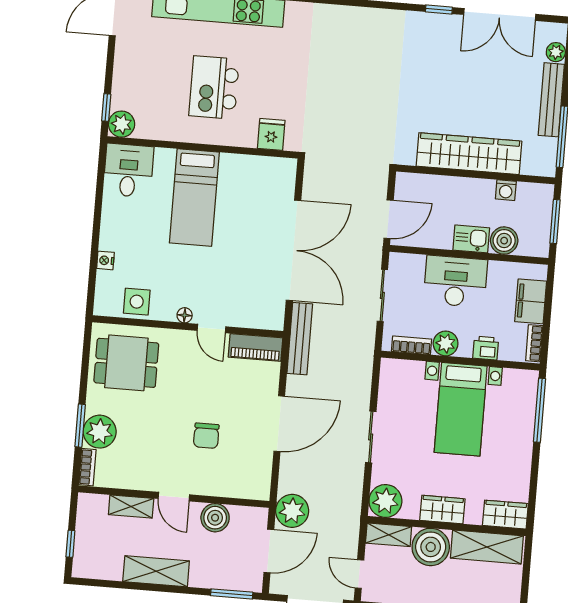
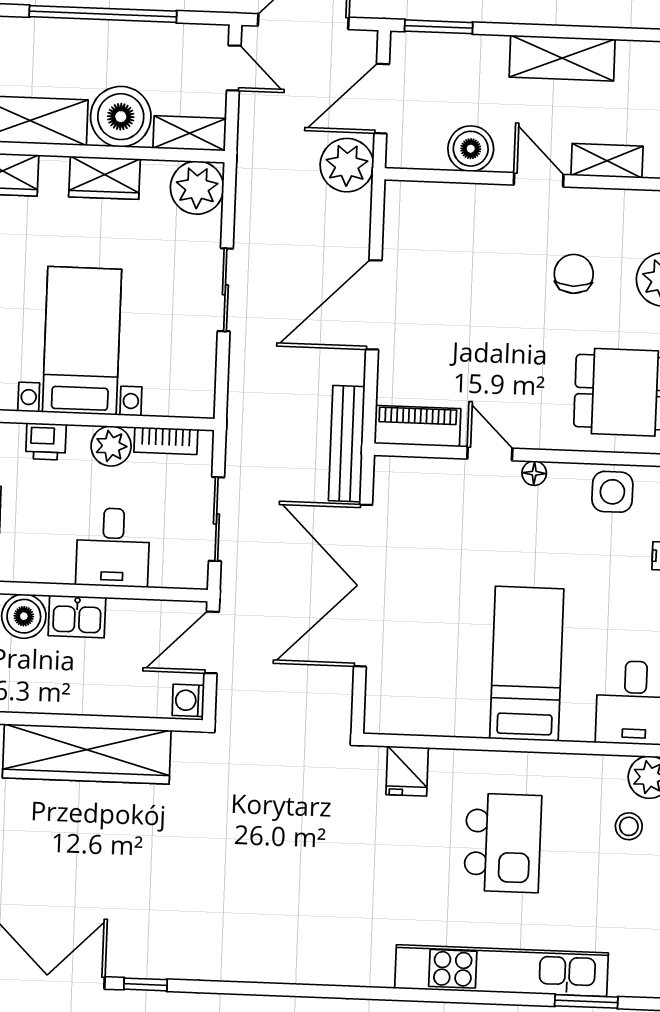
stool: (136, 94) -> (629, 826), added
washing machine: (506, 190) -> (188, 700), moved, turned -90
desk: (455, 281) -> (113, 547), width x0.73
chair: (206, 436) -> (574, 274), moved

